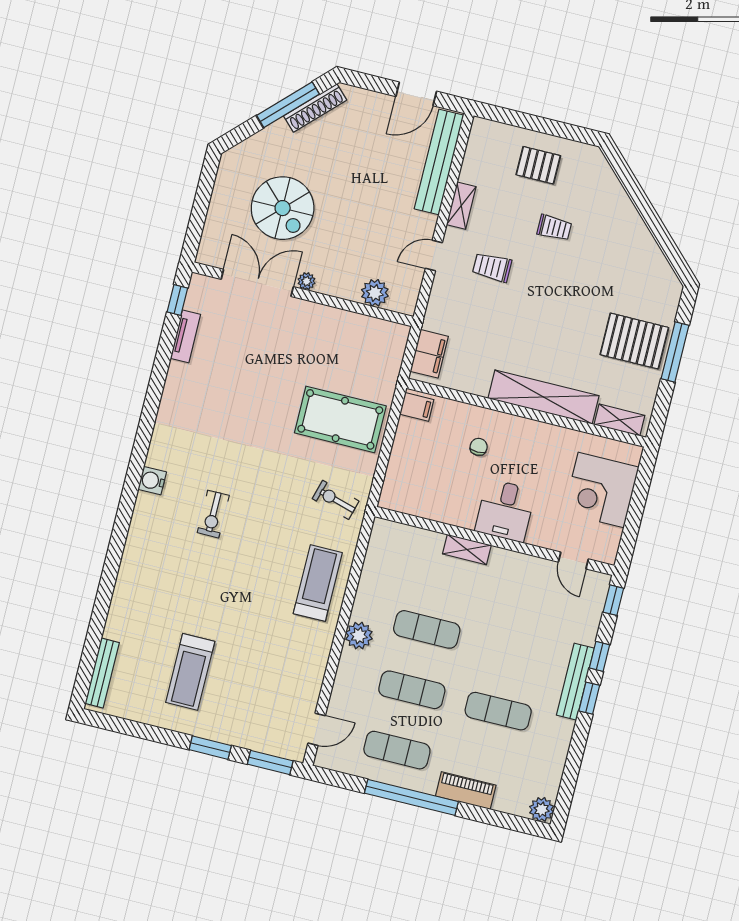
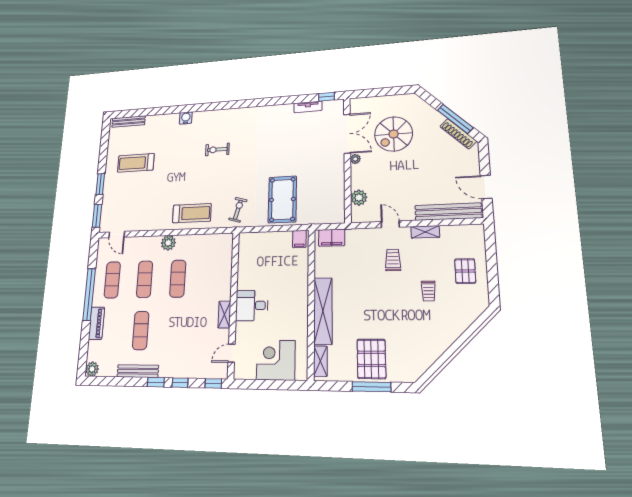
chair: (479, 447) -> (285, 280), removed
water cooler: (152, 481) -> (186, 118), moved
shelving: (467, 549) -> (224, 315), moved
bench: (575, 682) -> (138, 371), moved

